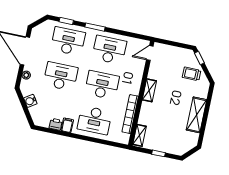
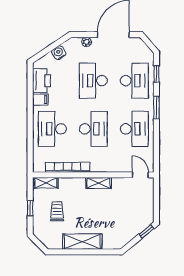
trolley: (192, 74) -> (57, 211), moved
desk: (61, 76) -> (93, 81), turned 180
printer: (56, 124) -> (41, 81), width x1.87, depth x1.48

